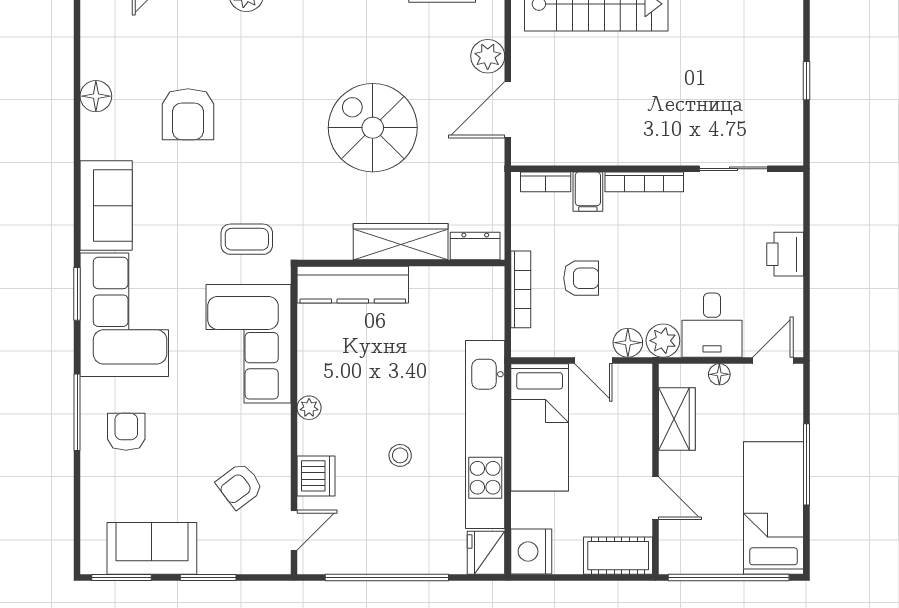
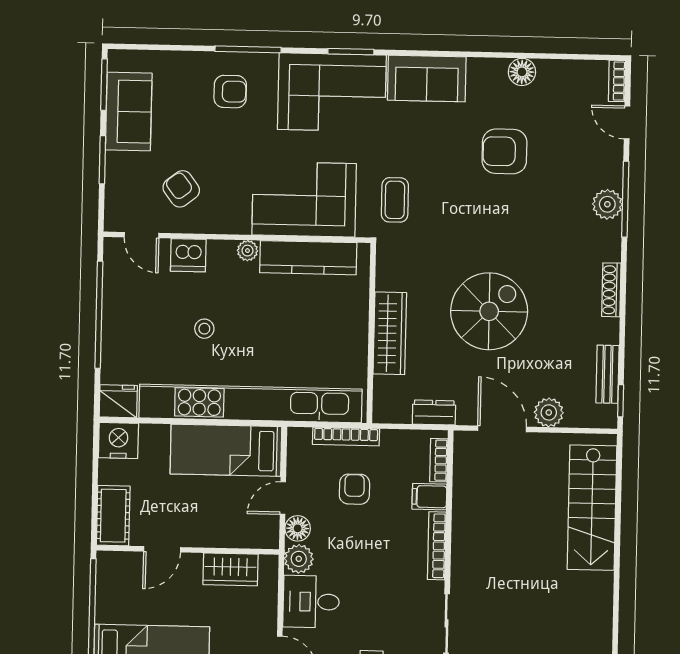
dresser: (475, 246) -> (434, 412), moved, turned -90
armchair: (581, 278) -> (354, 489), turned 180
kitchen counter: (353, 285) -> (308, 258), moved, turned -90
floor lamp: (719, 374) -> (268, 607), removed
kitchen unit: (485, 434) -> (251, 403), width x1.36

